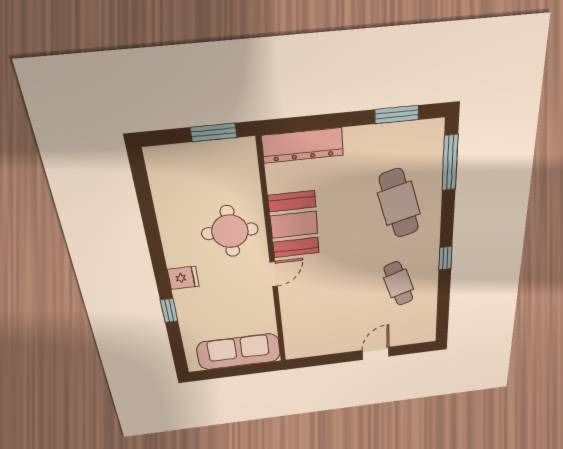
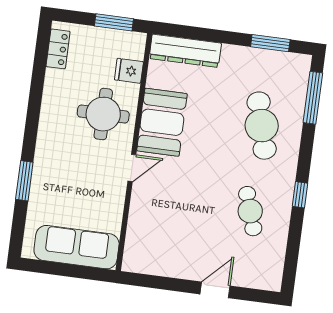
locker: (159, 177) -> (58, 49), added
fridge: (183, 278) -> (129, 71), moved, turned 180
window: (169, 310) -> (24, 181), width x1.50

